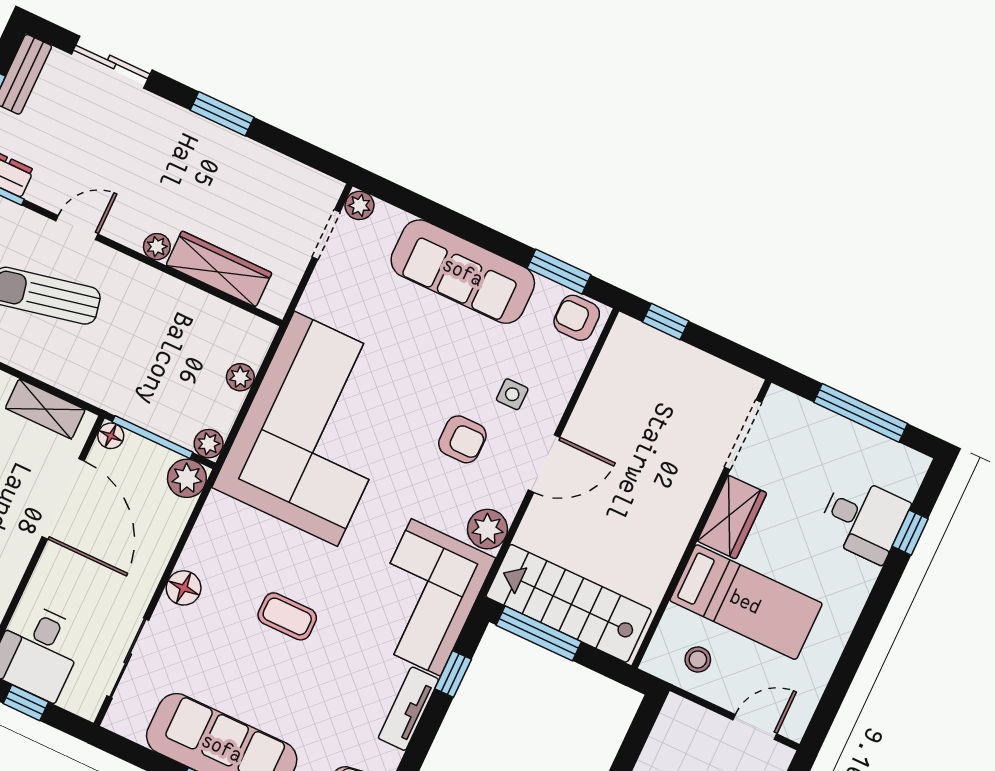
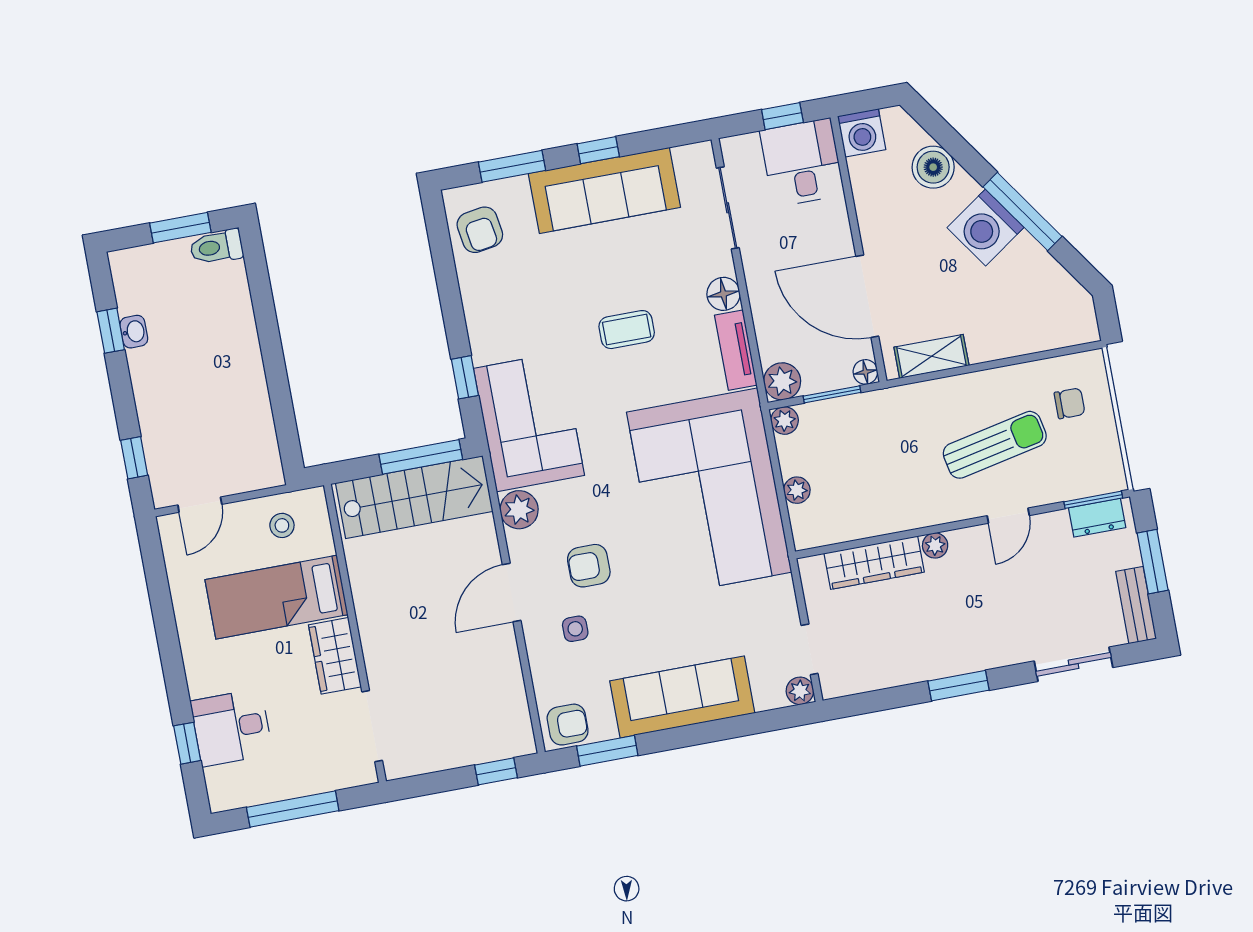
window: (153, 437) -> (832, 394), width x0.69
tv unit: (408, 709) -> (736, 350), moved, turned 180

